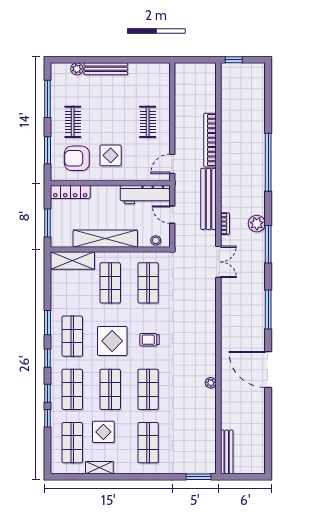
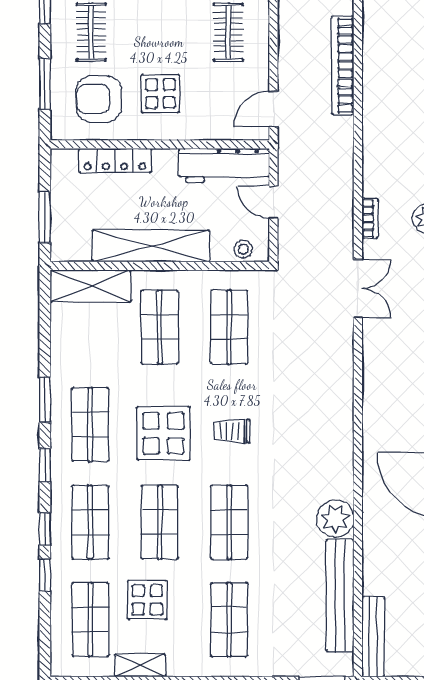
locker: (70, 192) -> (115, 160), moved
bench: (209, 199) -> (340, 596), moved
plant: (211, 383) -> (335, 519), width x1.88, depth x1.88

